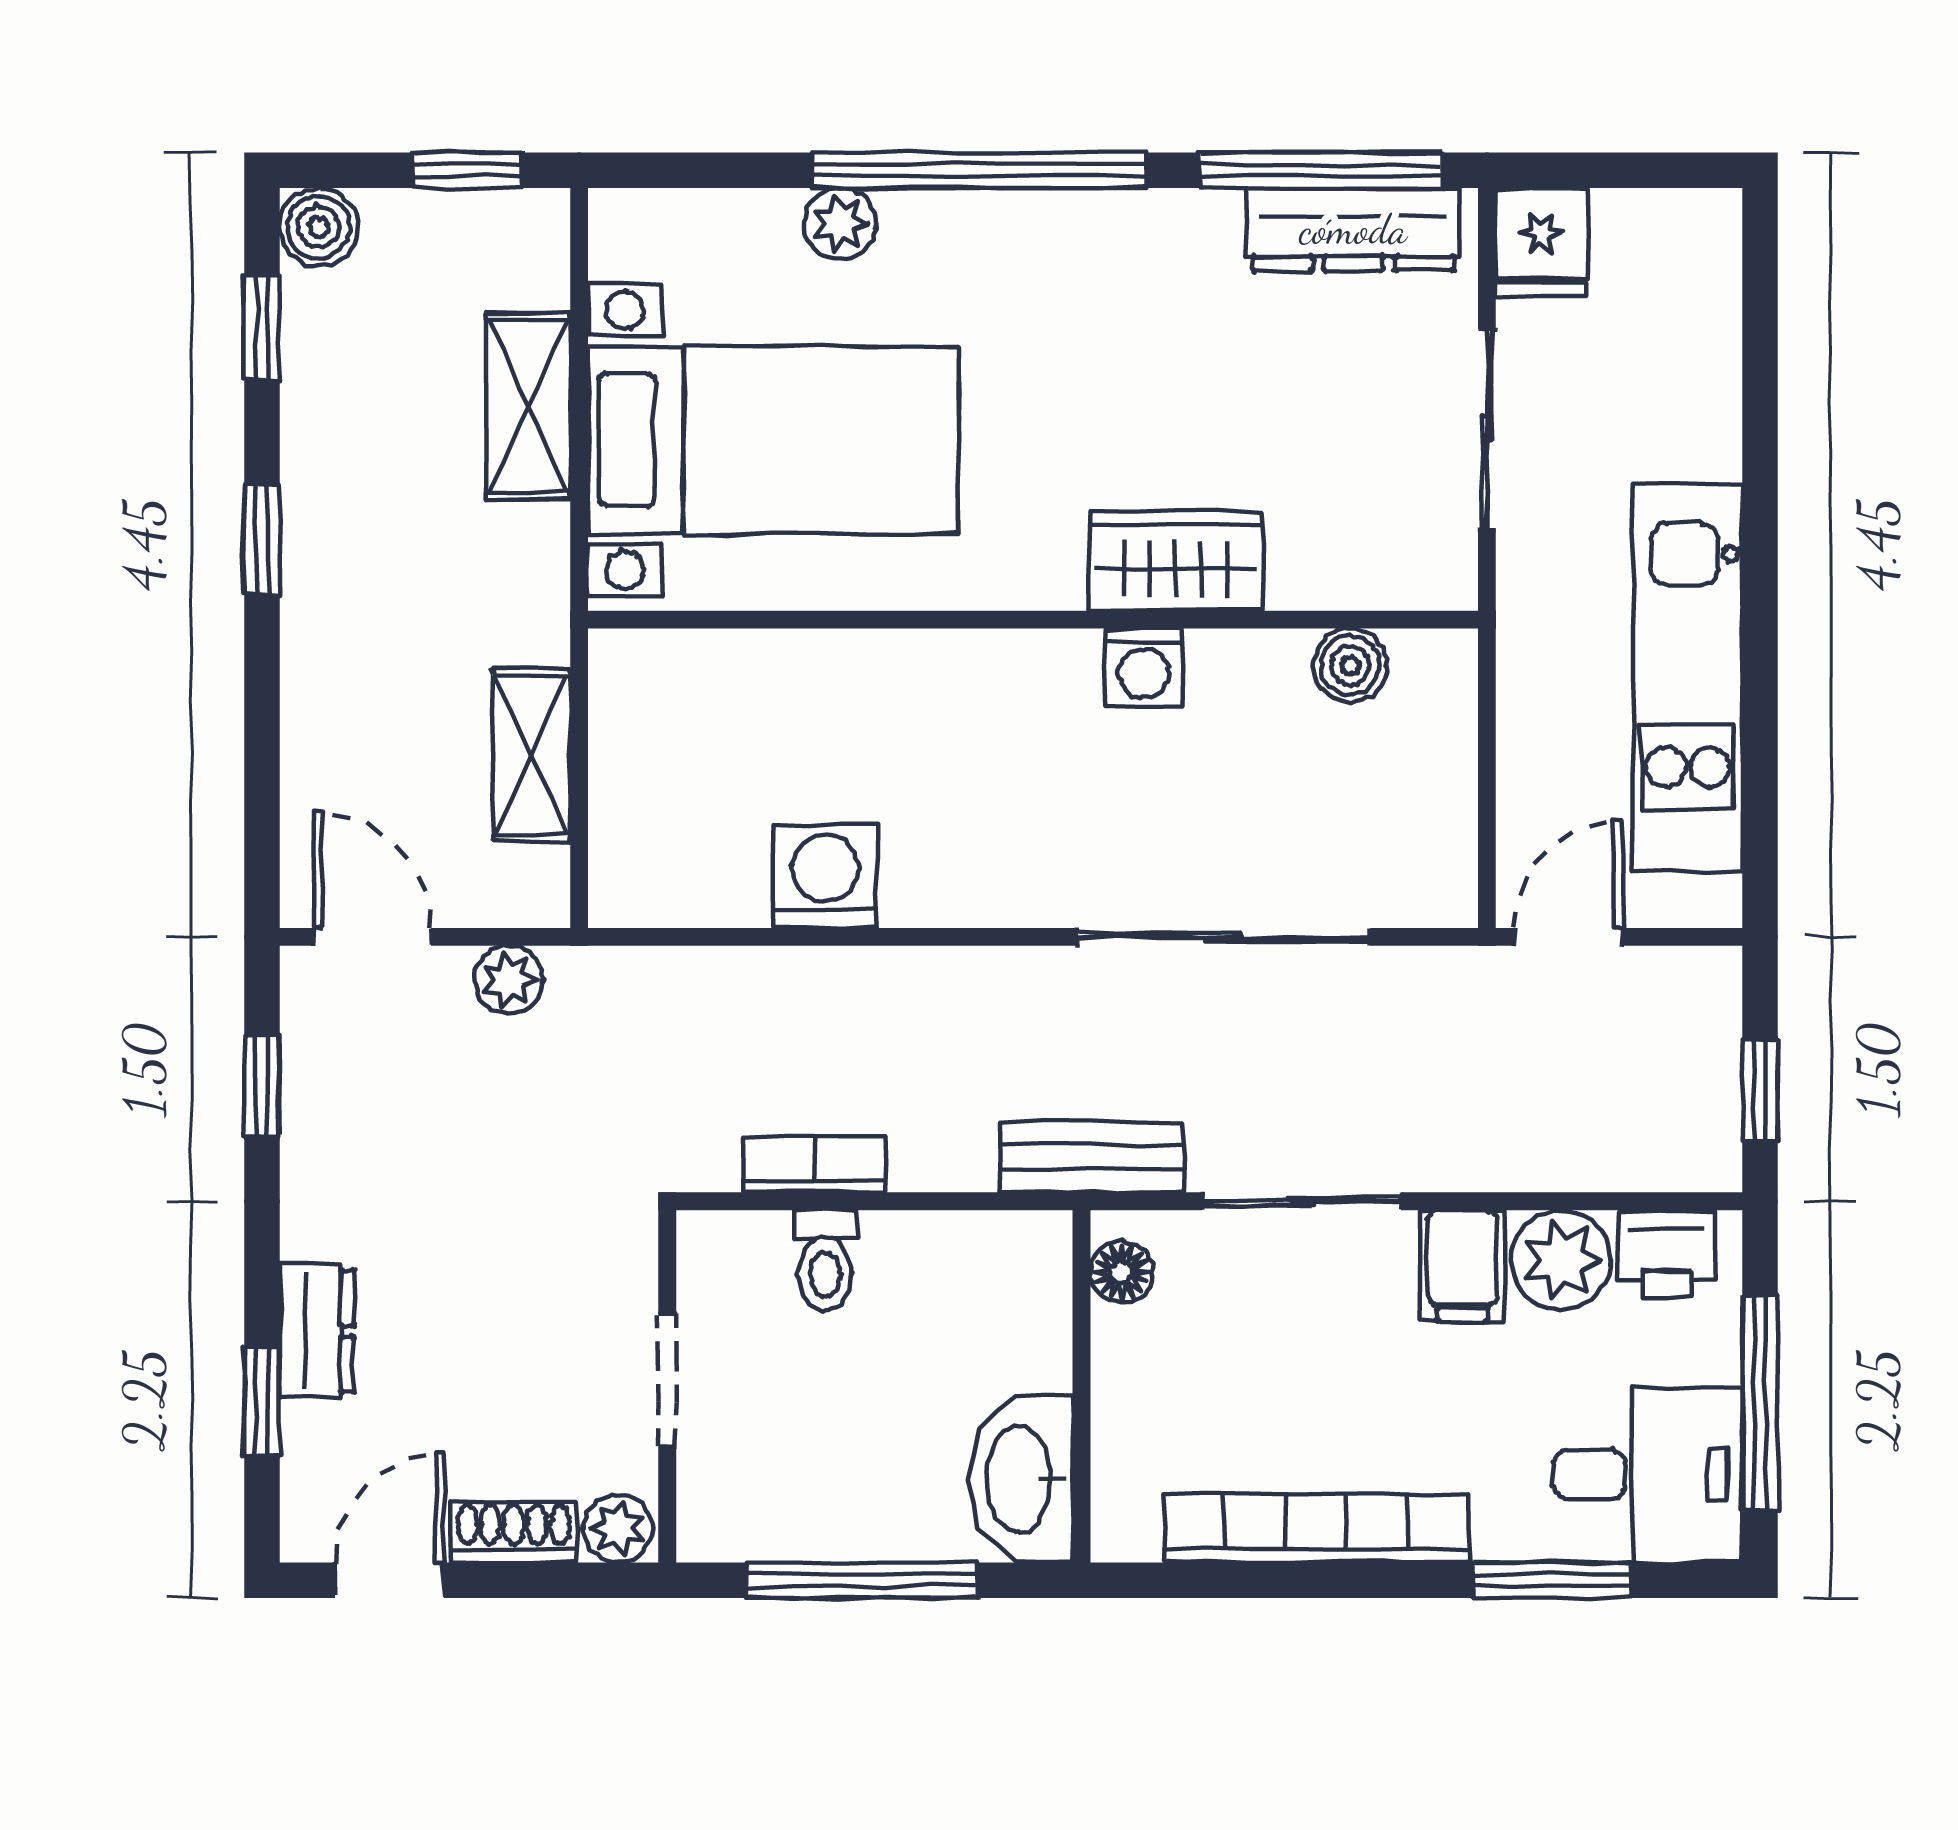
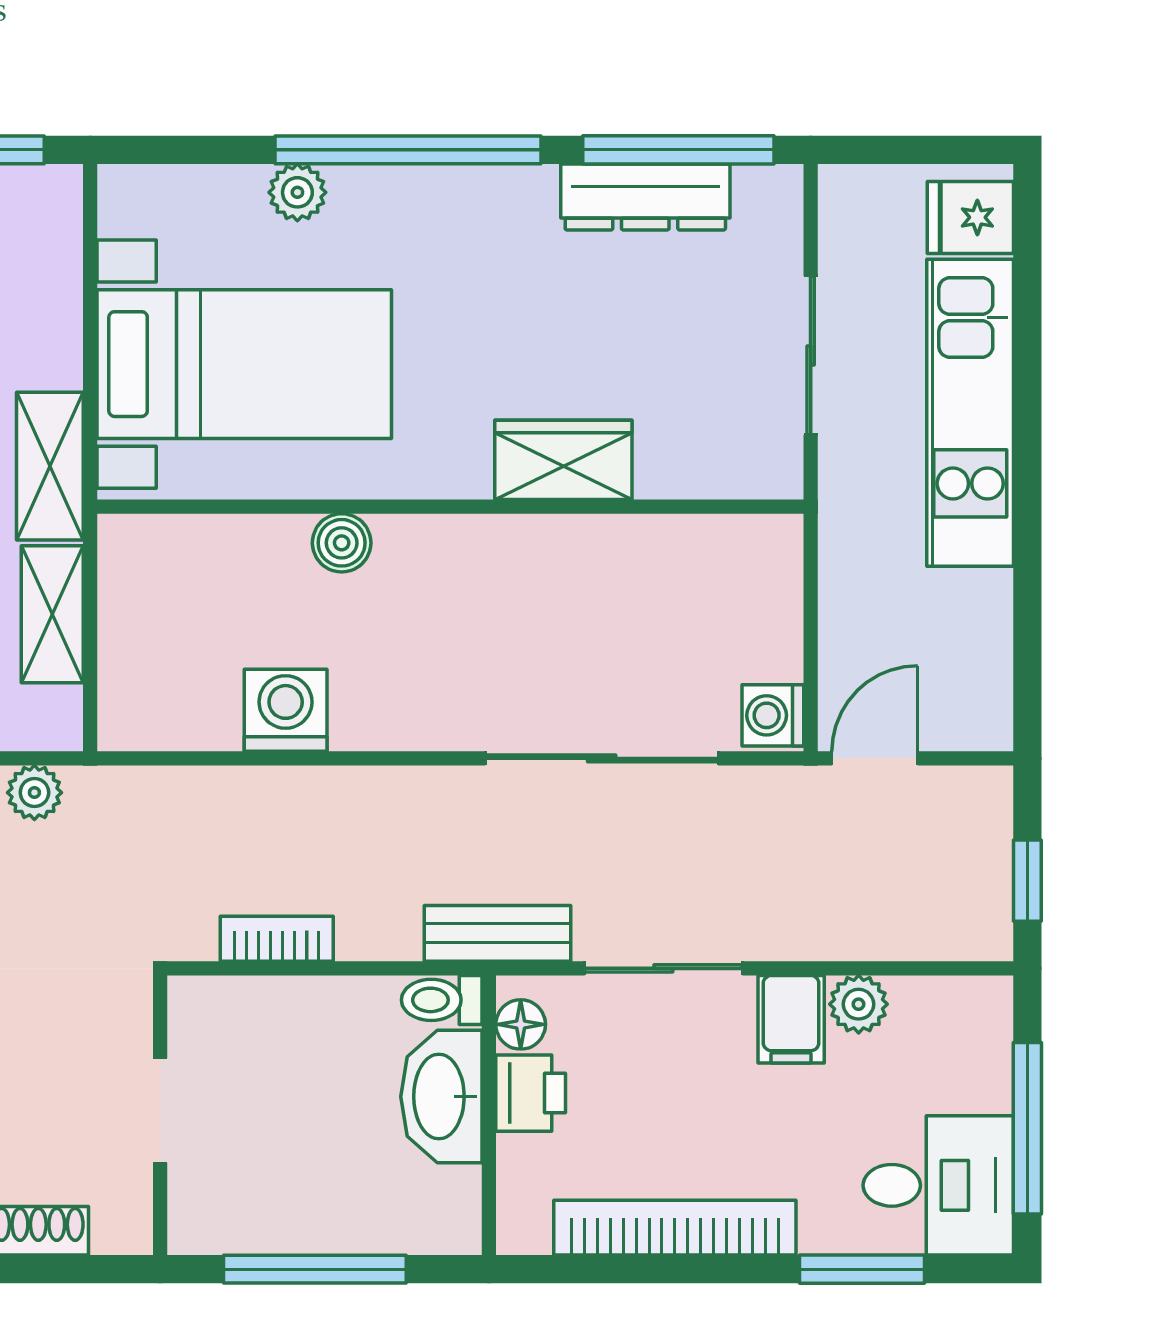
dresser: (1353, 229) -> (645, 197), moved
fridge: (1541, 242) -> (970, 217), moved, turned 90
shelving: (528, 406) -> (50, 466), moved
boiler: (1350, 665) -> (342, 543), moved
washing machine: (1144, 667) -> (773, 715), moved, turned 90
kitchen unit: (1688, 678) -> (970, 413), moved
printer: (1666, 1254) -> (531, 1093), moved, turned -90
plant: (1561, 1260) -> (859, 1004), width x0.73, depth x0.73
toilet: (825, 1261) -> (442, 1000), moved, turned 90
washbasin: (1022, 1479) -> (441, 1097), moved
plant: (618, 1529) -> (121, 1228), removed

